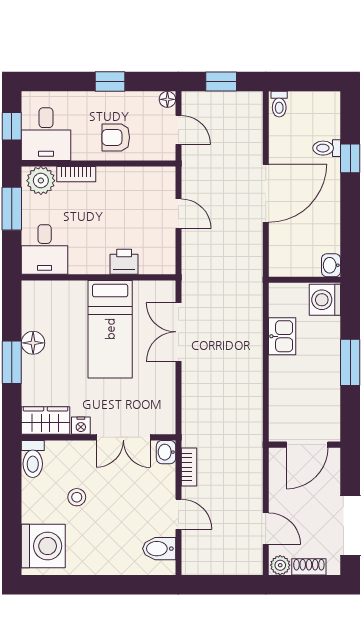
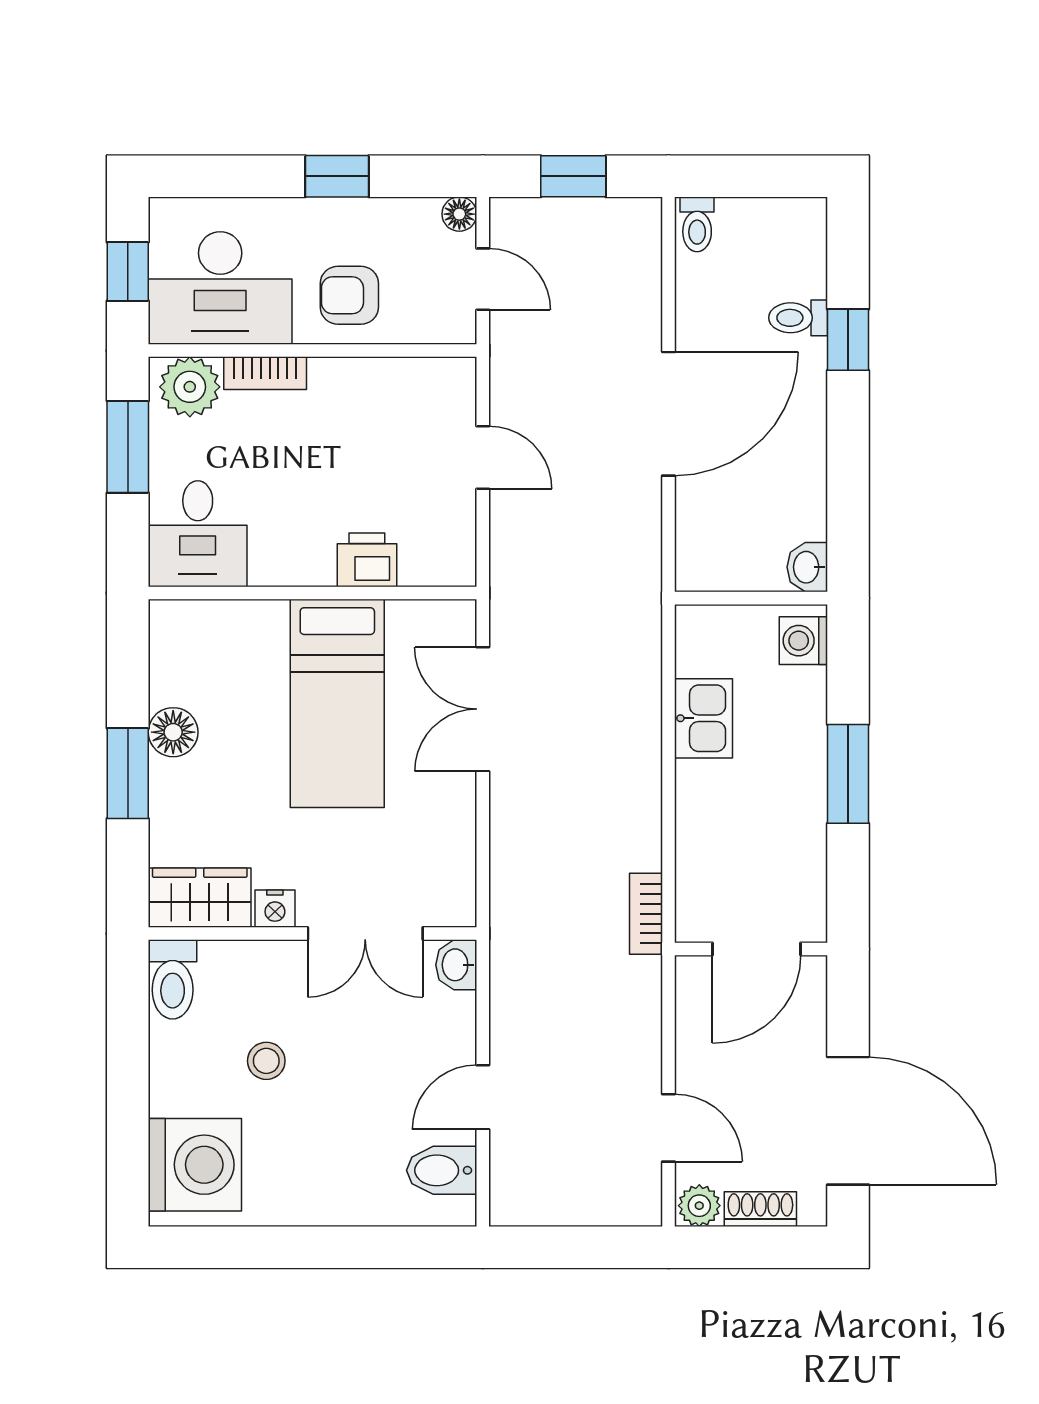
desk: (46, 134) -> (220, 288), width x1.37
washing machine: (325, 300) -> (803, 641), width x0.73, depth x0.73
bookcase: (189, 467) -> (646, 914), moved, turned 180
door: (178, 514) -> (483, 1097), swing flipped

